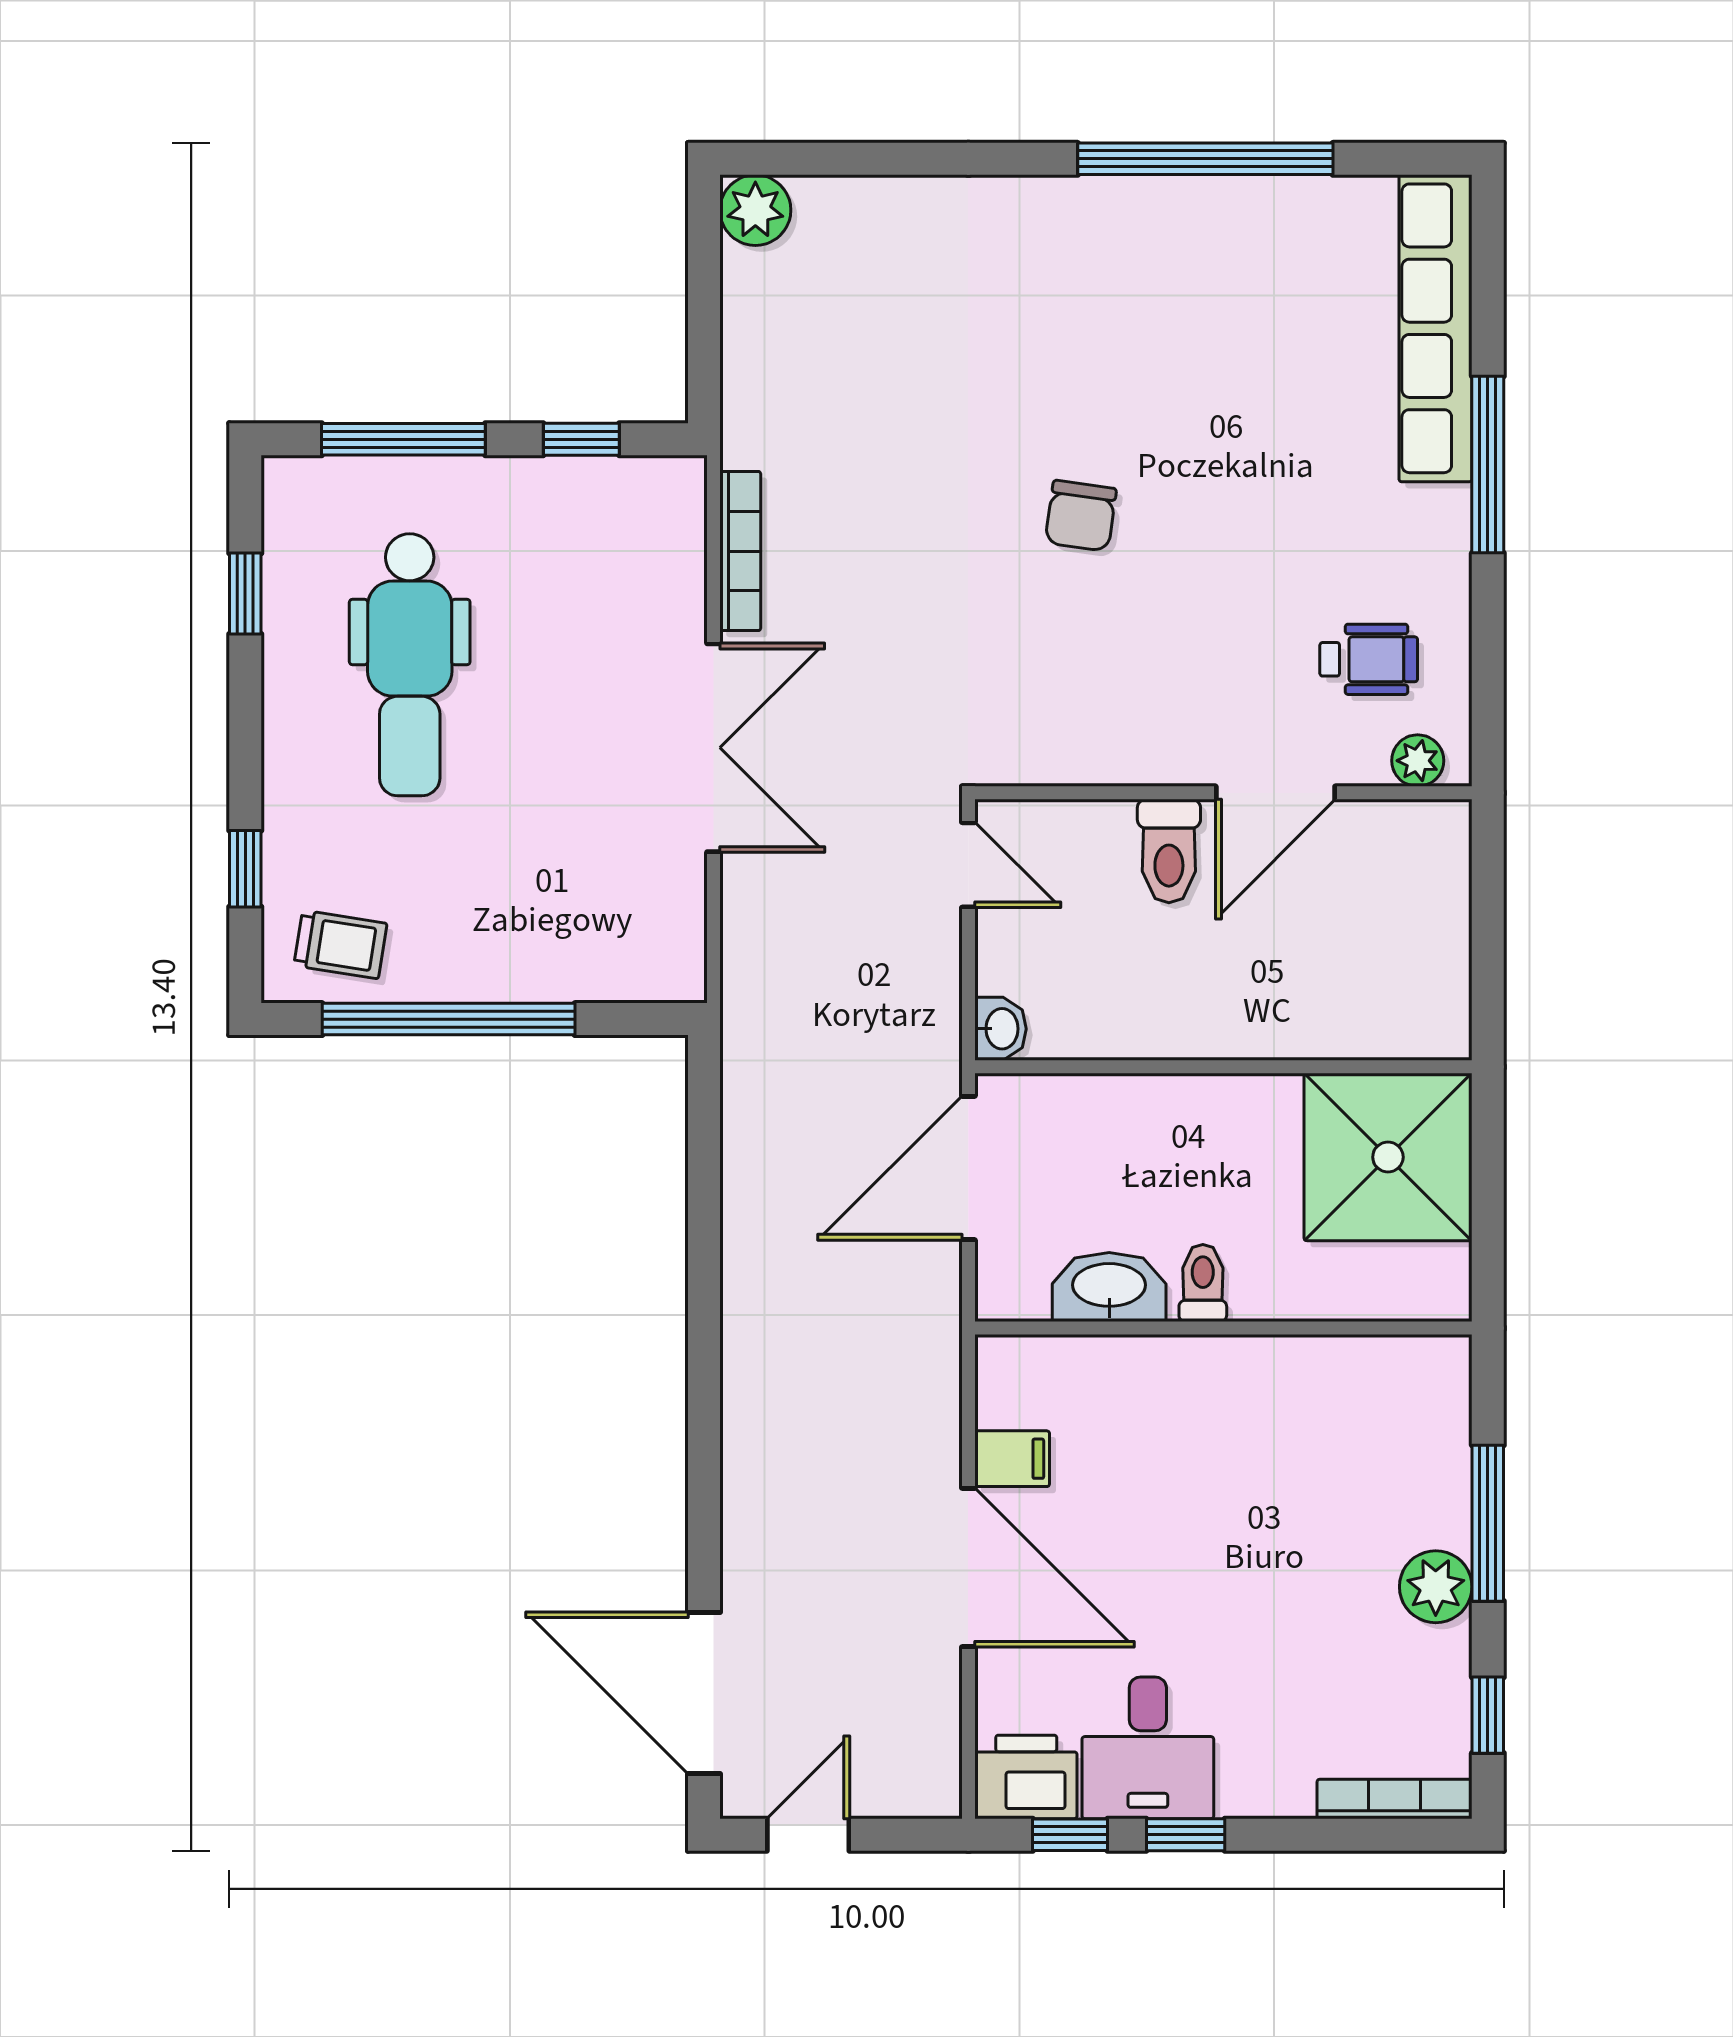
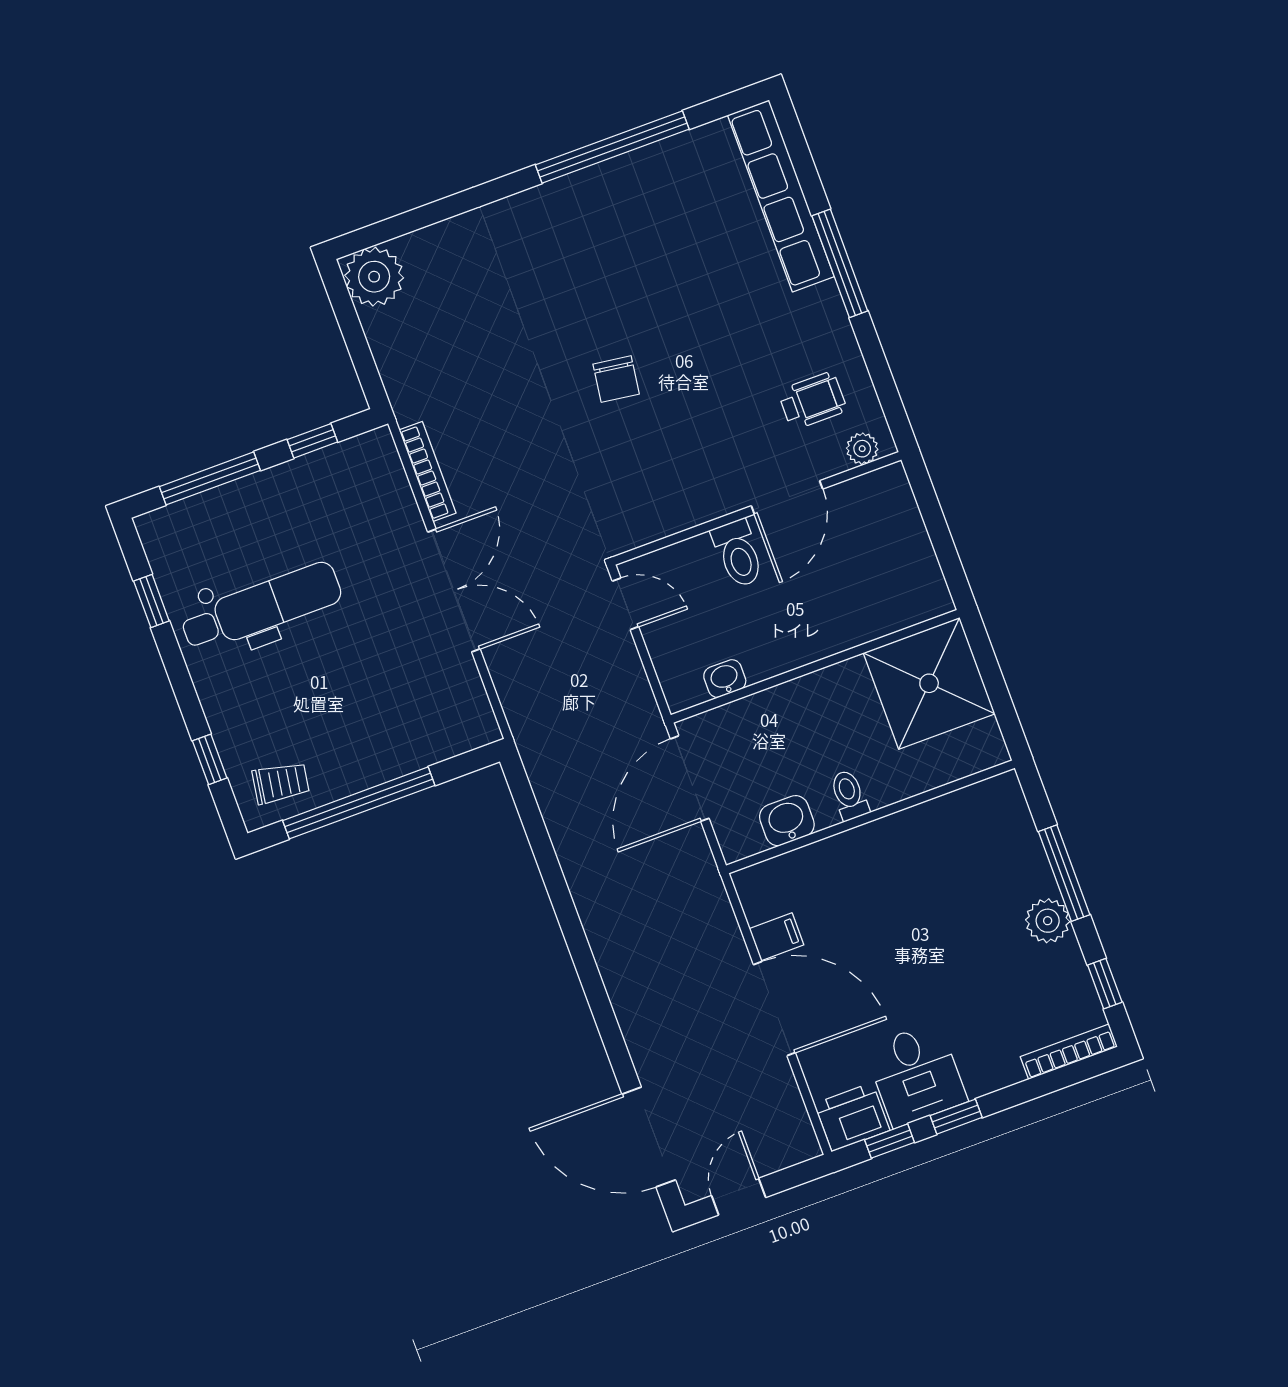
plant: (755, 210) -> (374, 277), width x1.36, depth x1.36
dental chair: (410, 665) -> (261, 607), turned -90
washbasin: (1000, 1029) -> (725, 679), moved, turned -90
washbasin: (1109, 1287) -> (787, 821), width x0.72

